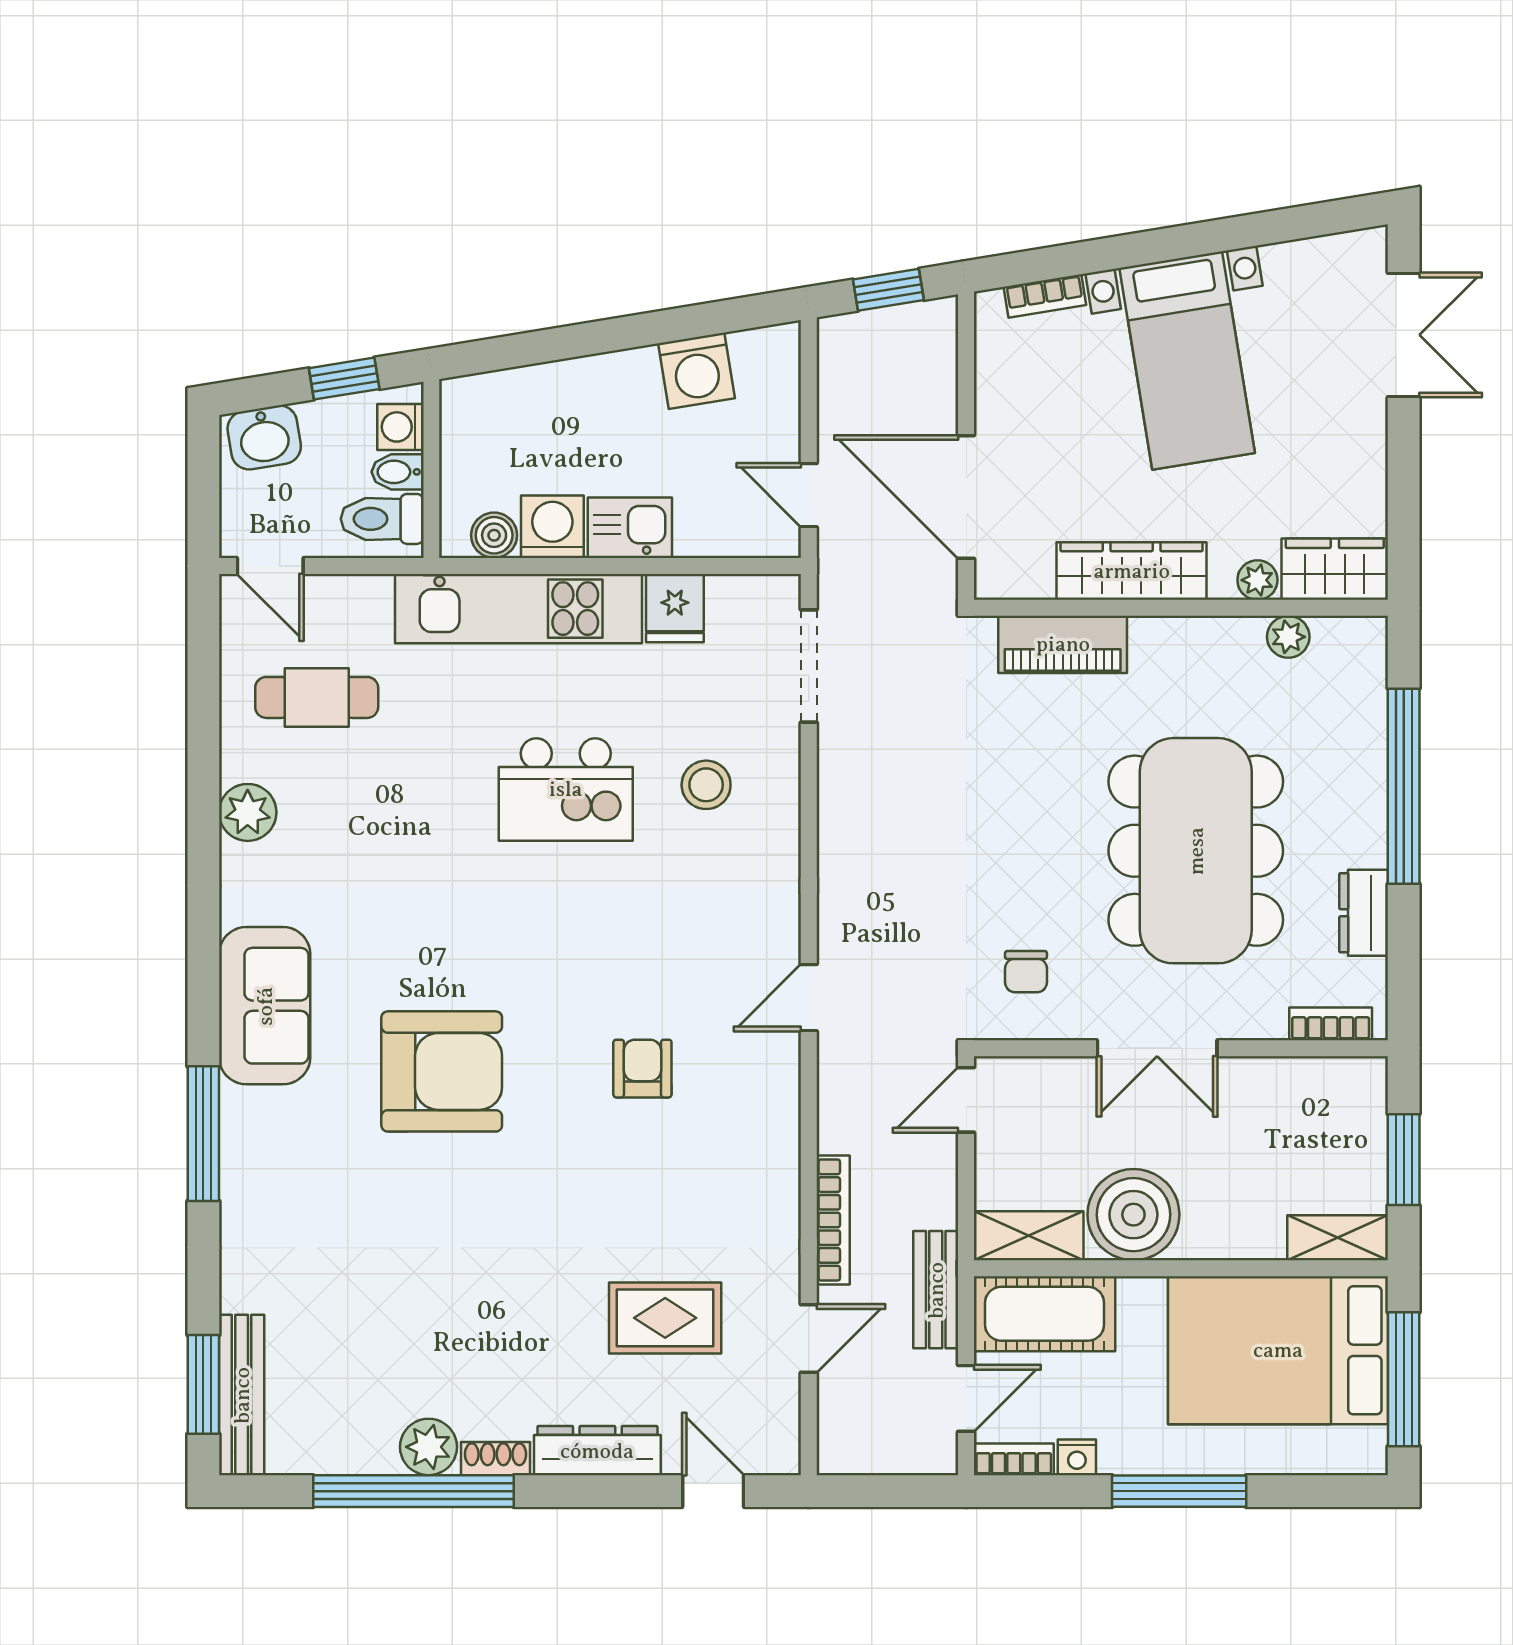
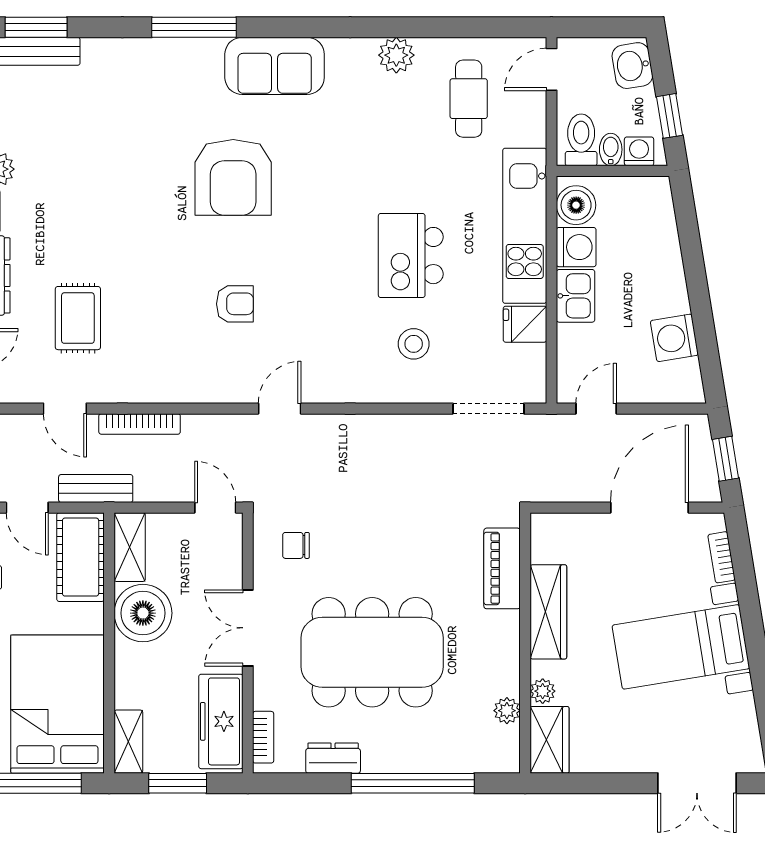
door: (966, 497) -> (649, 508), moved
boiler: (494, 535) -> (576, 205), width x1.36, depth x1.36
door: (809, 998) -> (280, 409), hinge flipped
freezer: (1306, 1091) -> (221, 721), added

